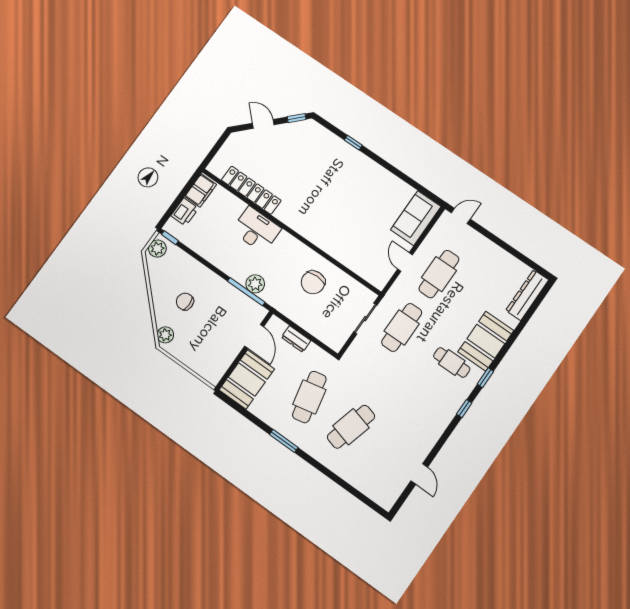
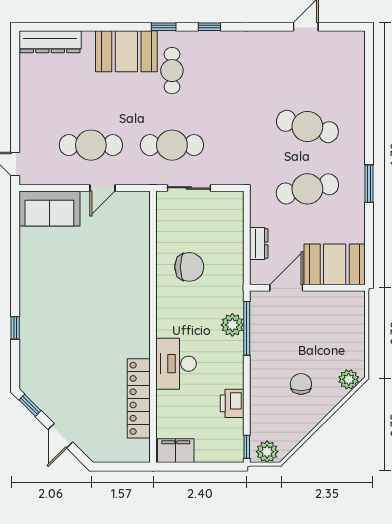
printer: (185, 212) -> (232, 403), moved, turned -90
chair: (185, 302) -> (301, 384), turned 180

